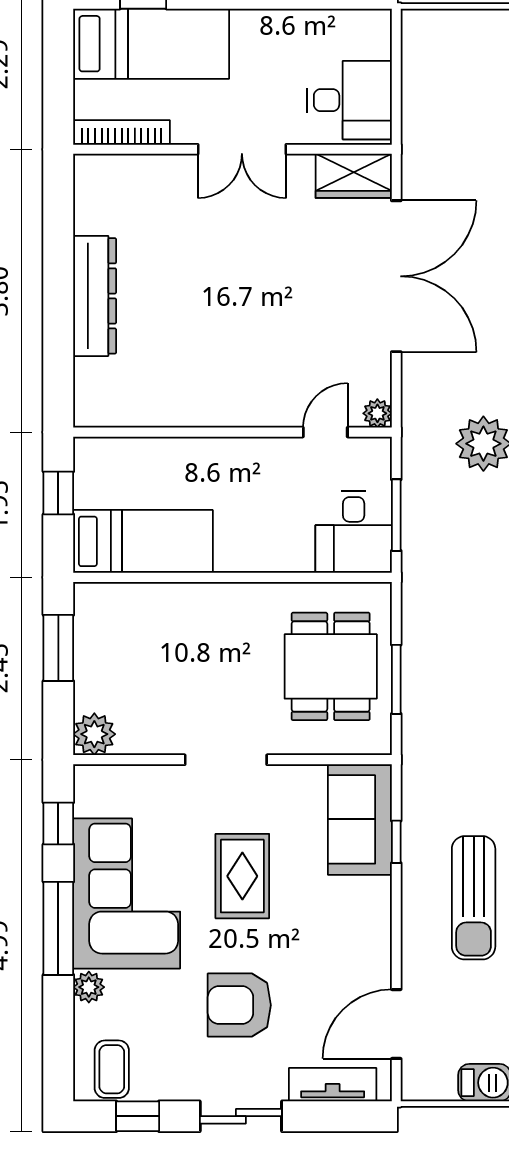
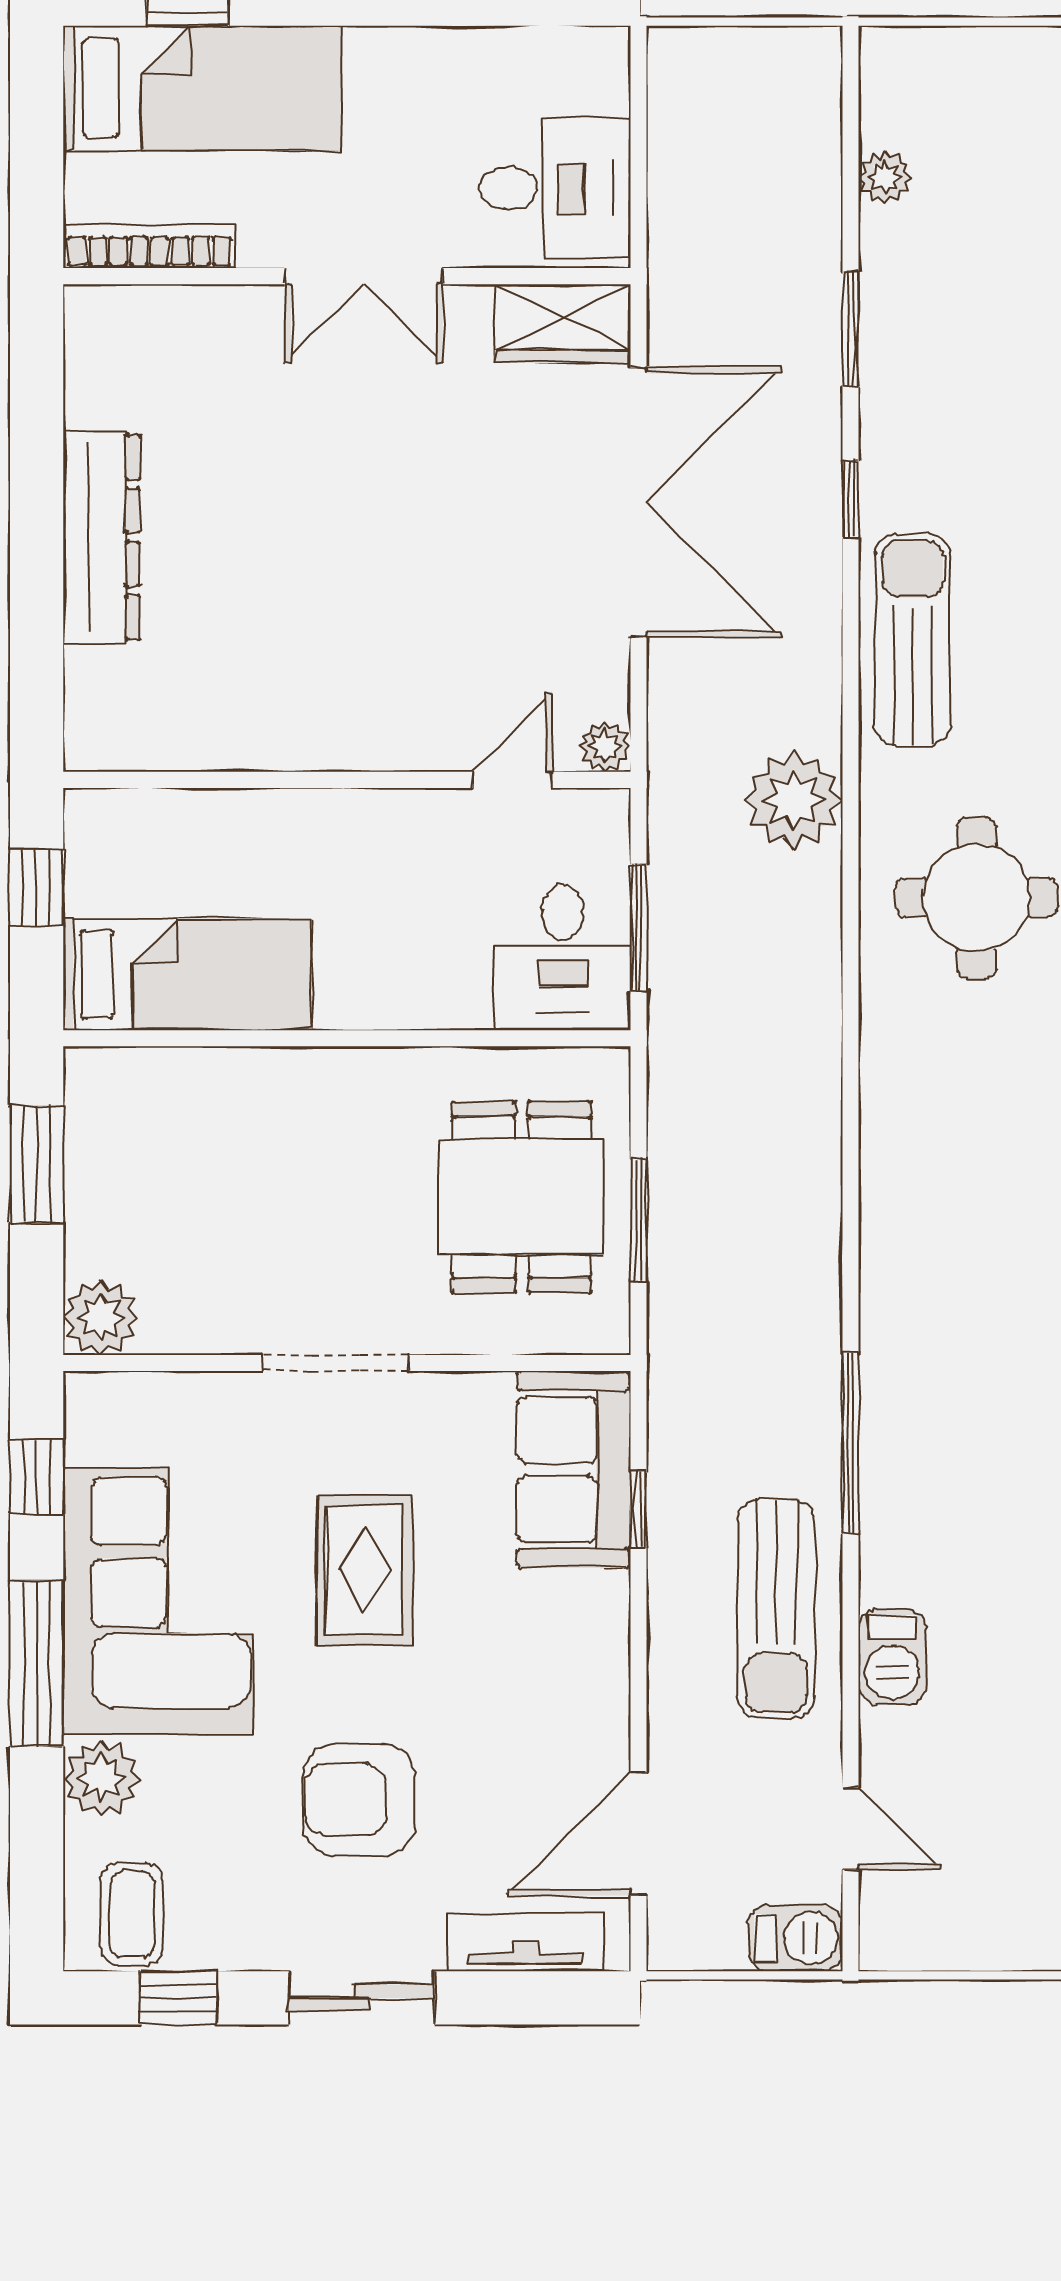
plant: (89, 987) -> (101, 1778), width x1.38, depth x1.38

